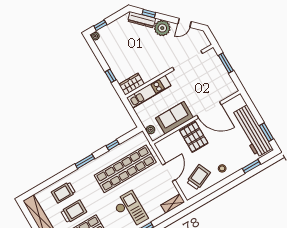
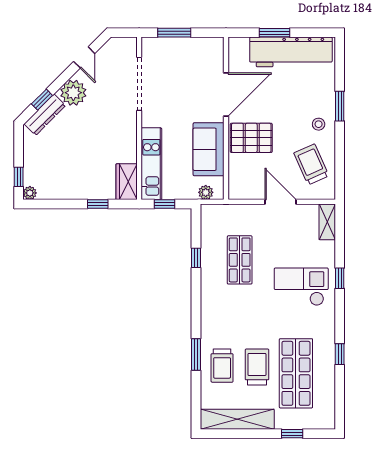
window: (131, 111) -> (164, 204), added
window: (266, 132) -> (274, 33), moved
window: (85, 161) -> (196, 355), moved
window: (251, 166) -> (340, 106), moved
shop shelf: (125, 169) -> (240, 260), width x0.50, depth x0.74

